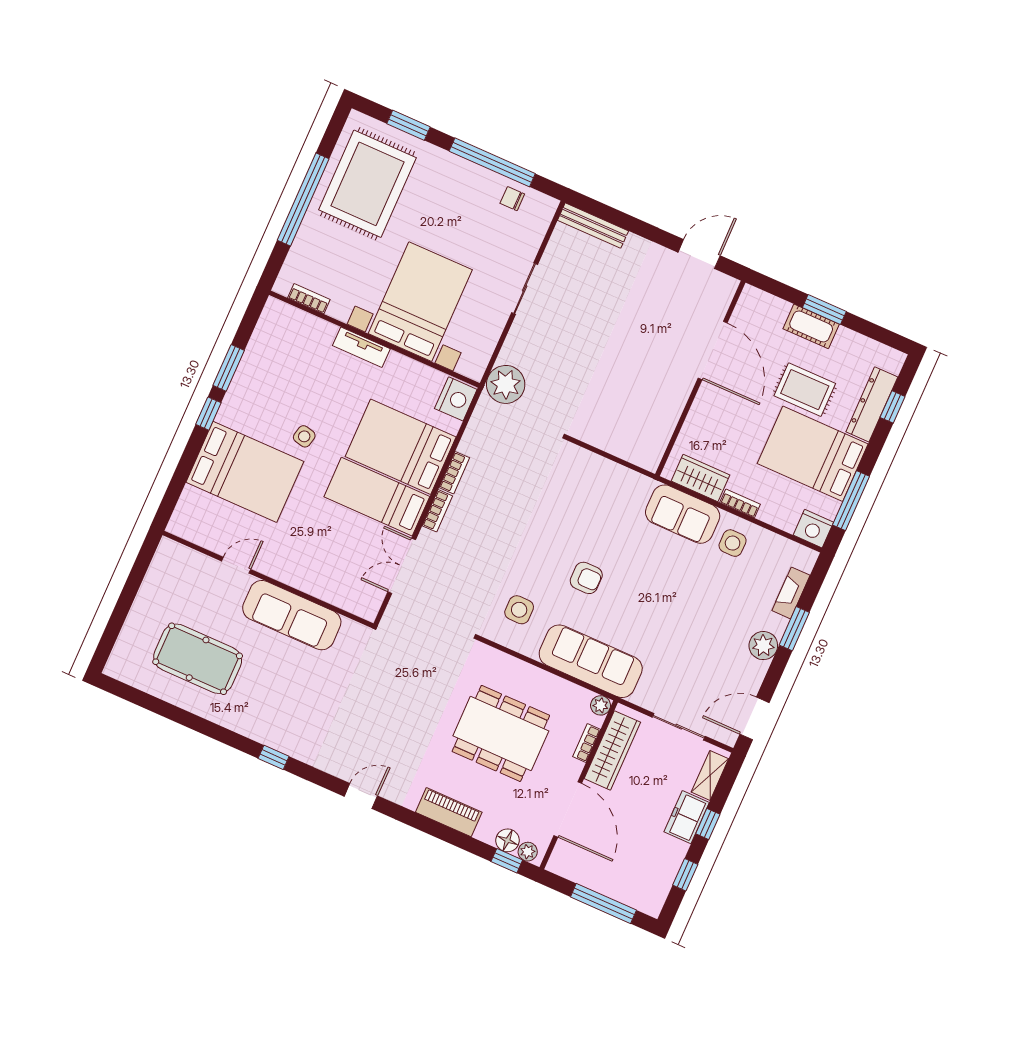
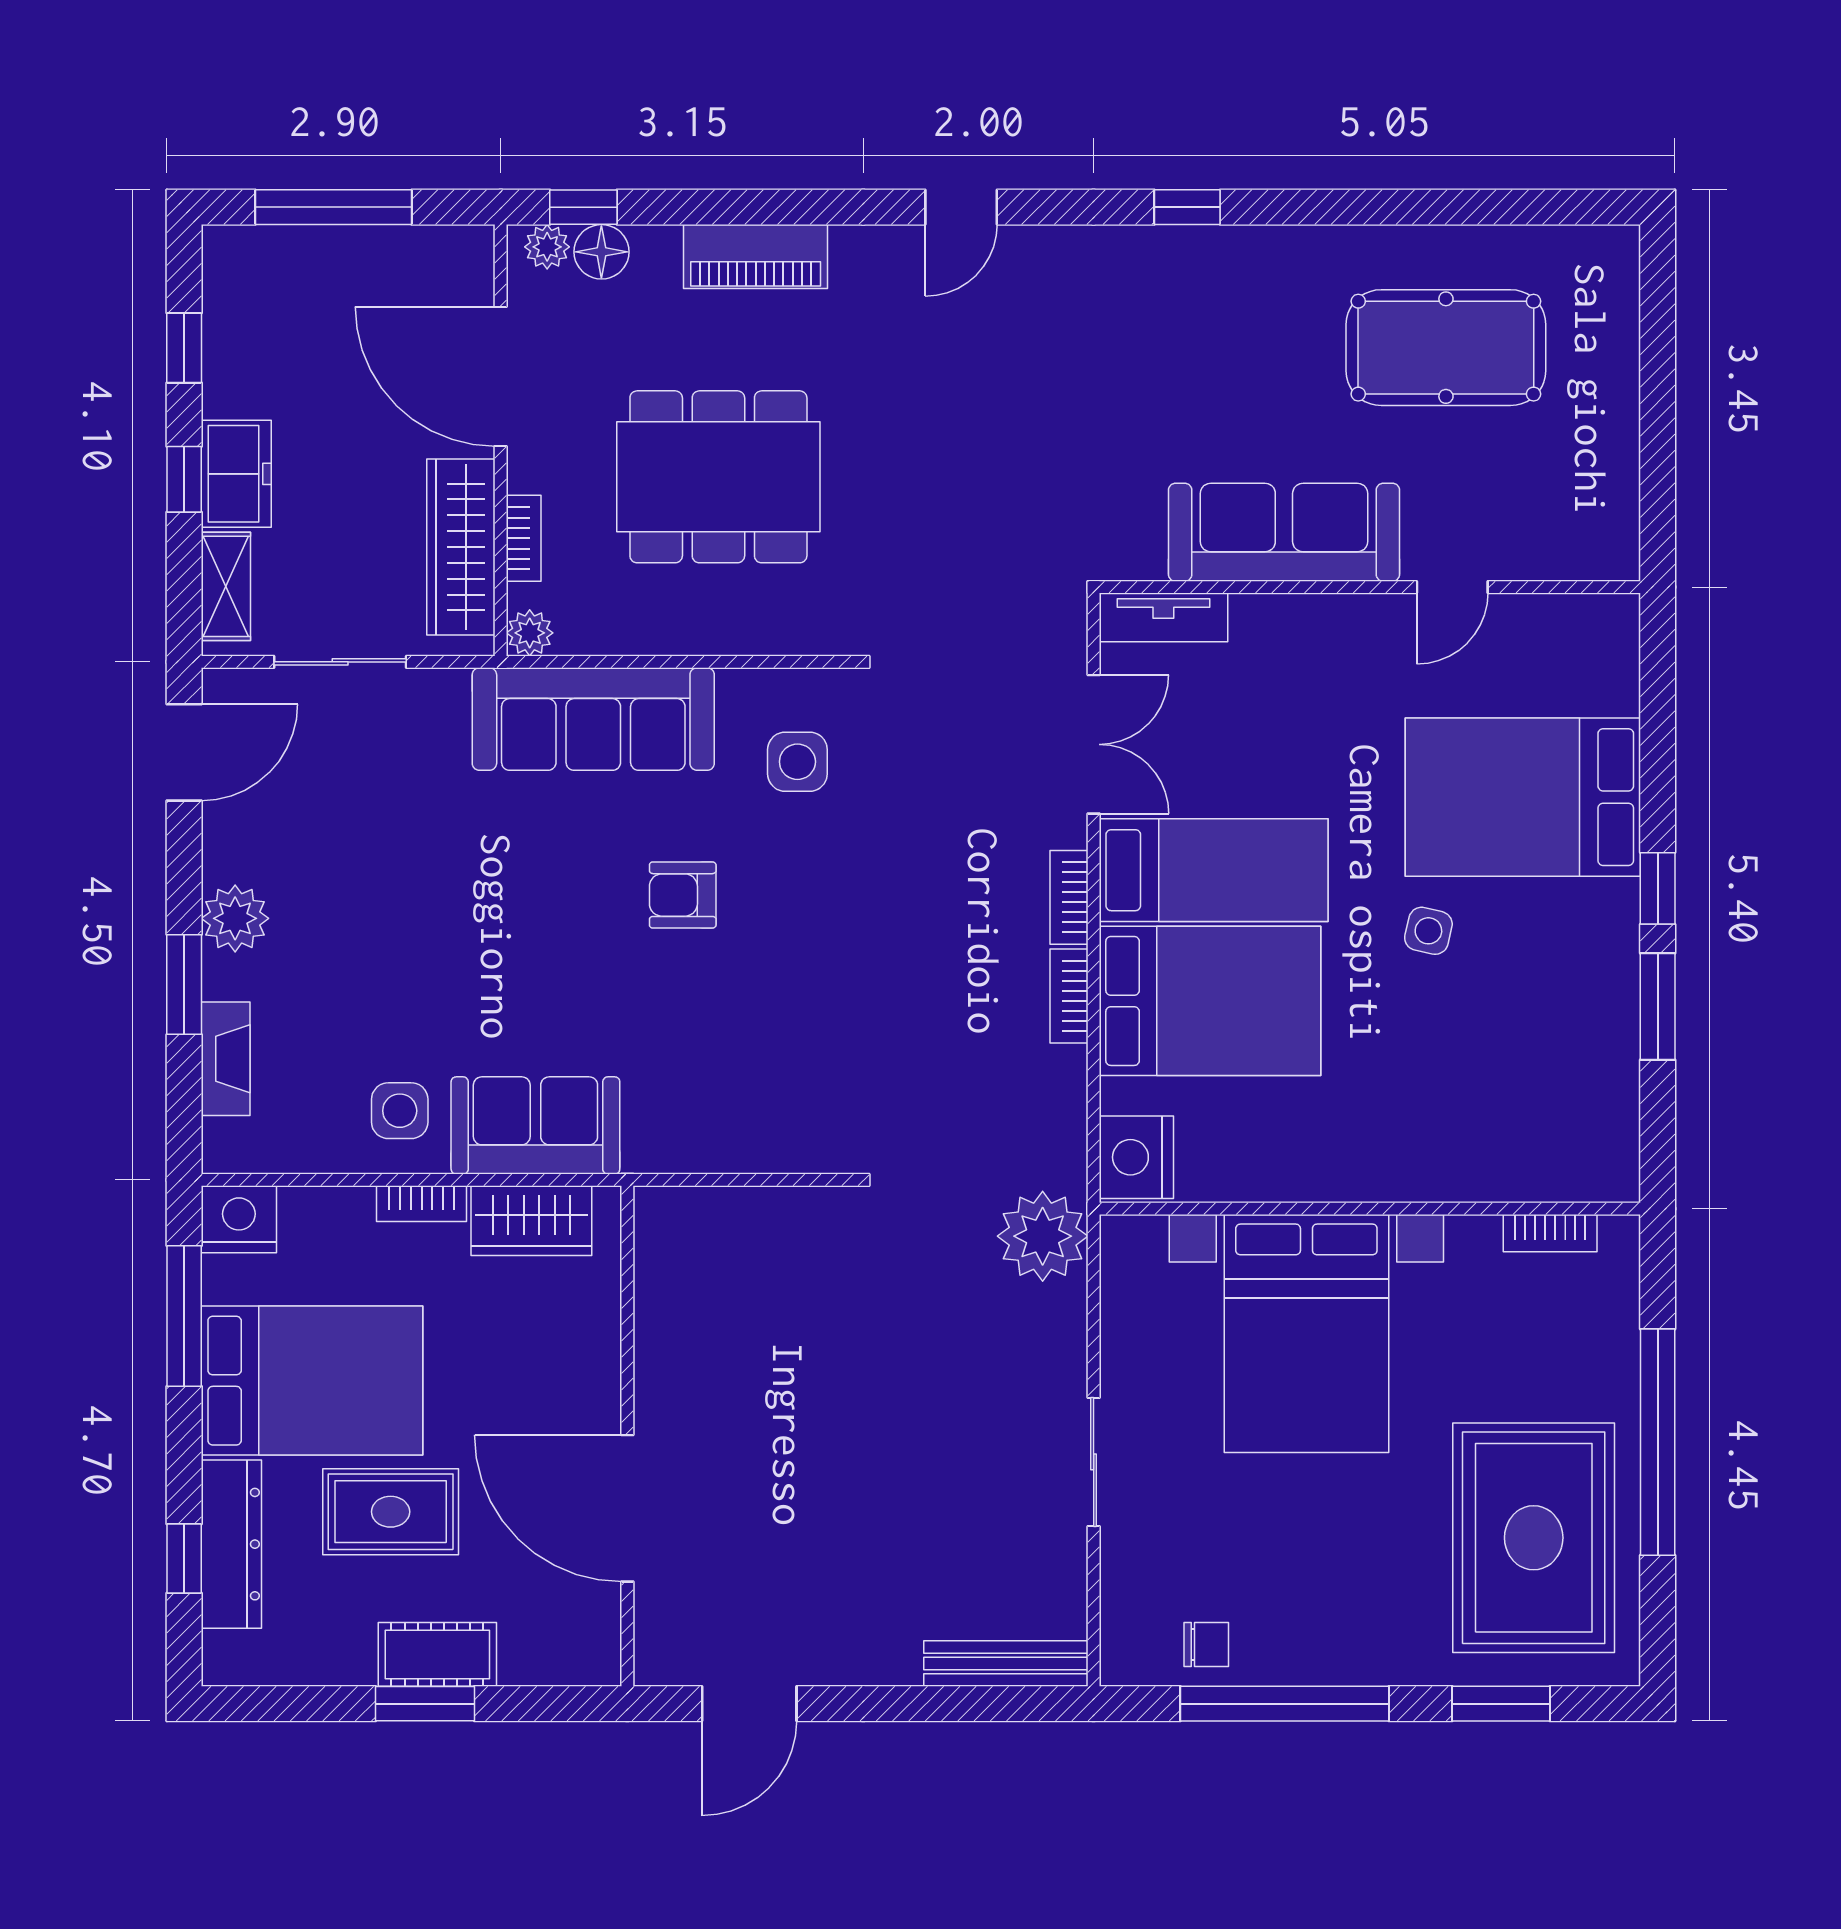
tv unit: (361, 347) -> (1163, 617), moved, turned 180

